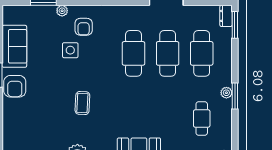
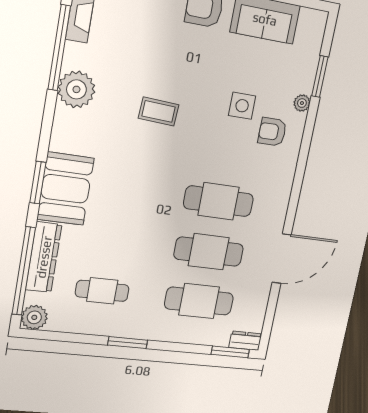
plant: (226, 93) -> (135, 331), removed

